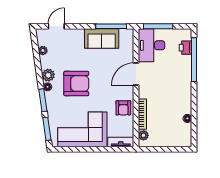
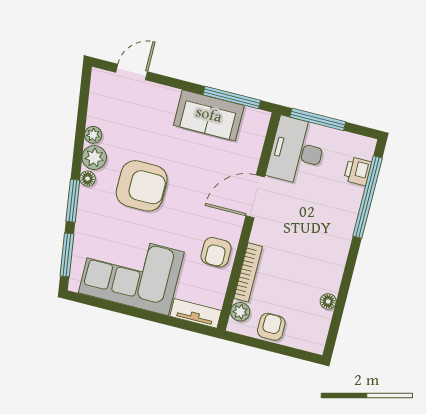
plant: (43, 51) -> (93, 135), moved
armchair: (161, 139) -> (271, 327), added

